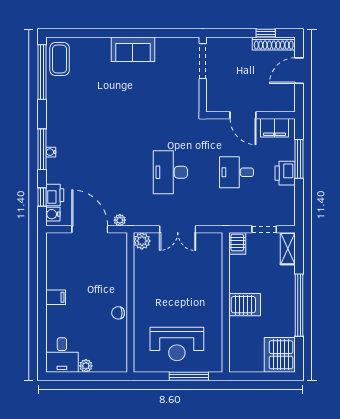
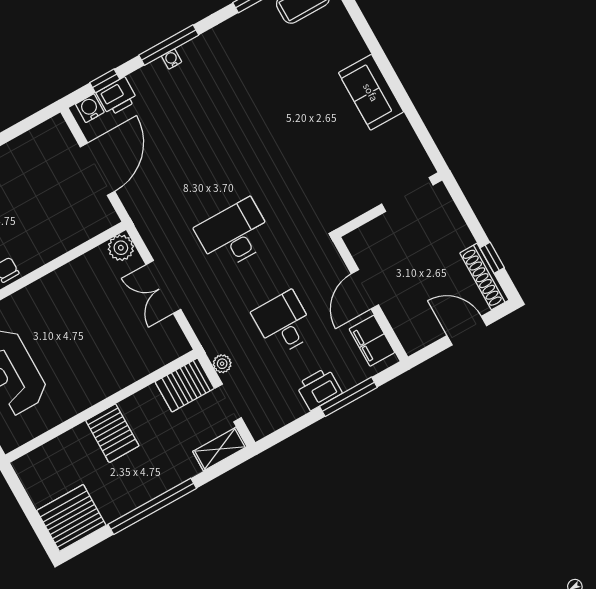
plant: (120, 220) -> (222, 364), moved
server rack: (237, 243) -> (185, 385), width x1.36, depth x1.44

